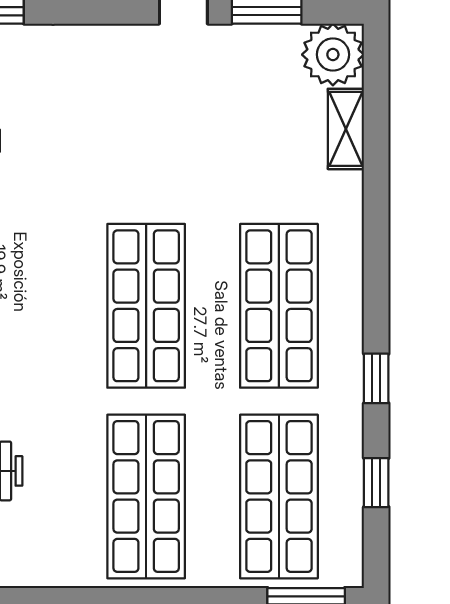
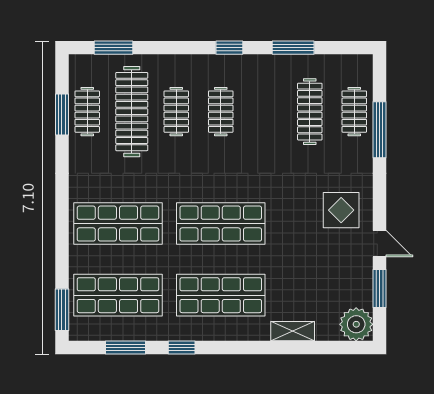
display table: (121, 83) -> (341, 210), added
shelving: (346, 129) -> (293, 331), moved
window: (376, 483) -> (125, 348), width x1.50

